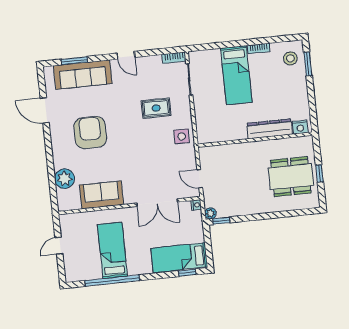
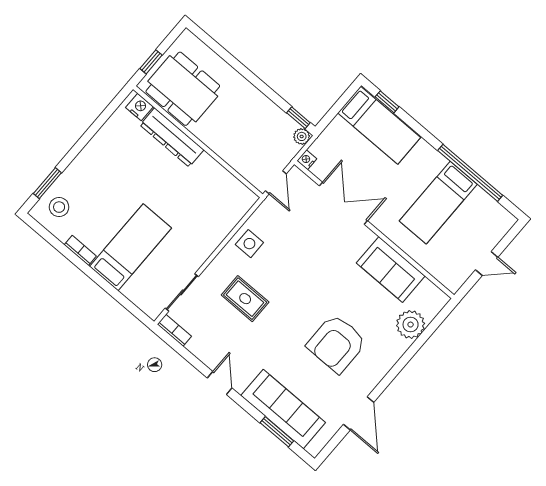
nightstand: (300, 127) -> (139, 107), moved
dresser: (270, 129) -> (172, 137), moved
wall: (255, 140) -> (198, 142), moved

